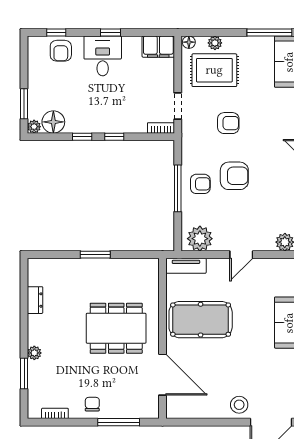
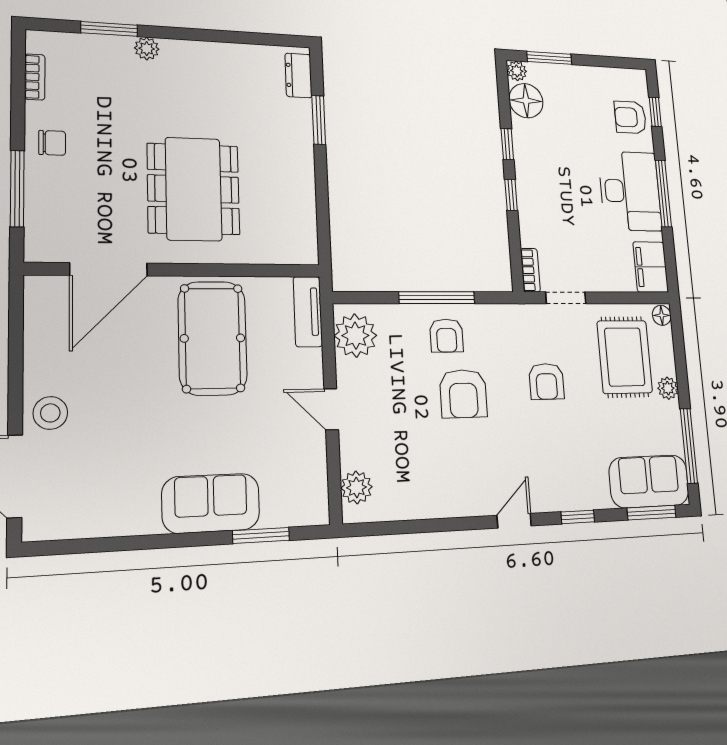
window: (110, 32) -> (663, 193), width x2.17
plant: (215, 43) -> (668, 388), moved
desk: (103, 56) -> (630, 191), width x1.37
window: (95, 255) -> (319, 120), moved
dresser: (35, 300) -> (298, 75), moved, turned 90

